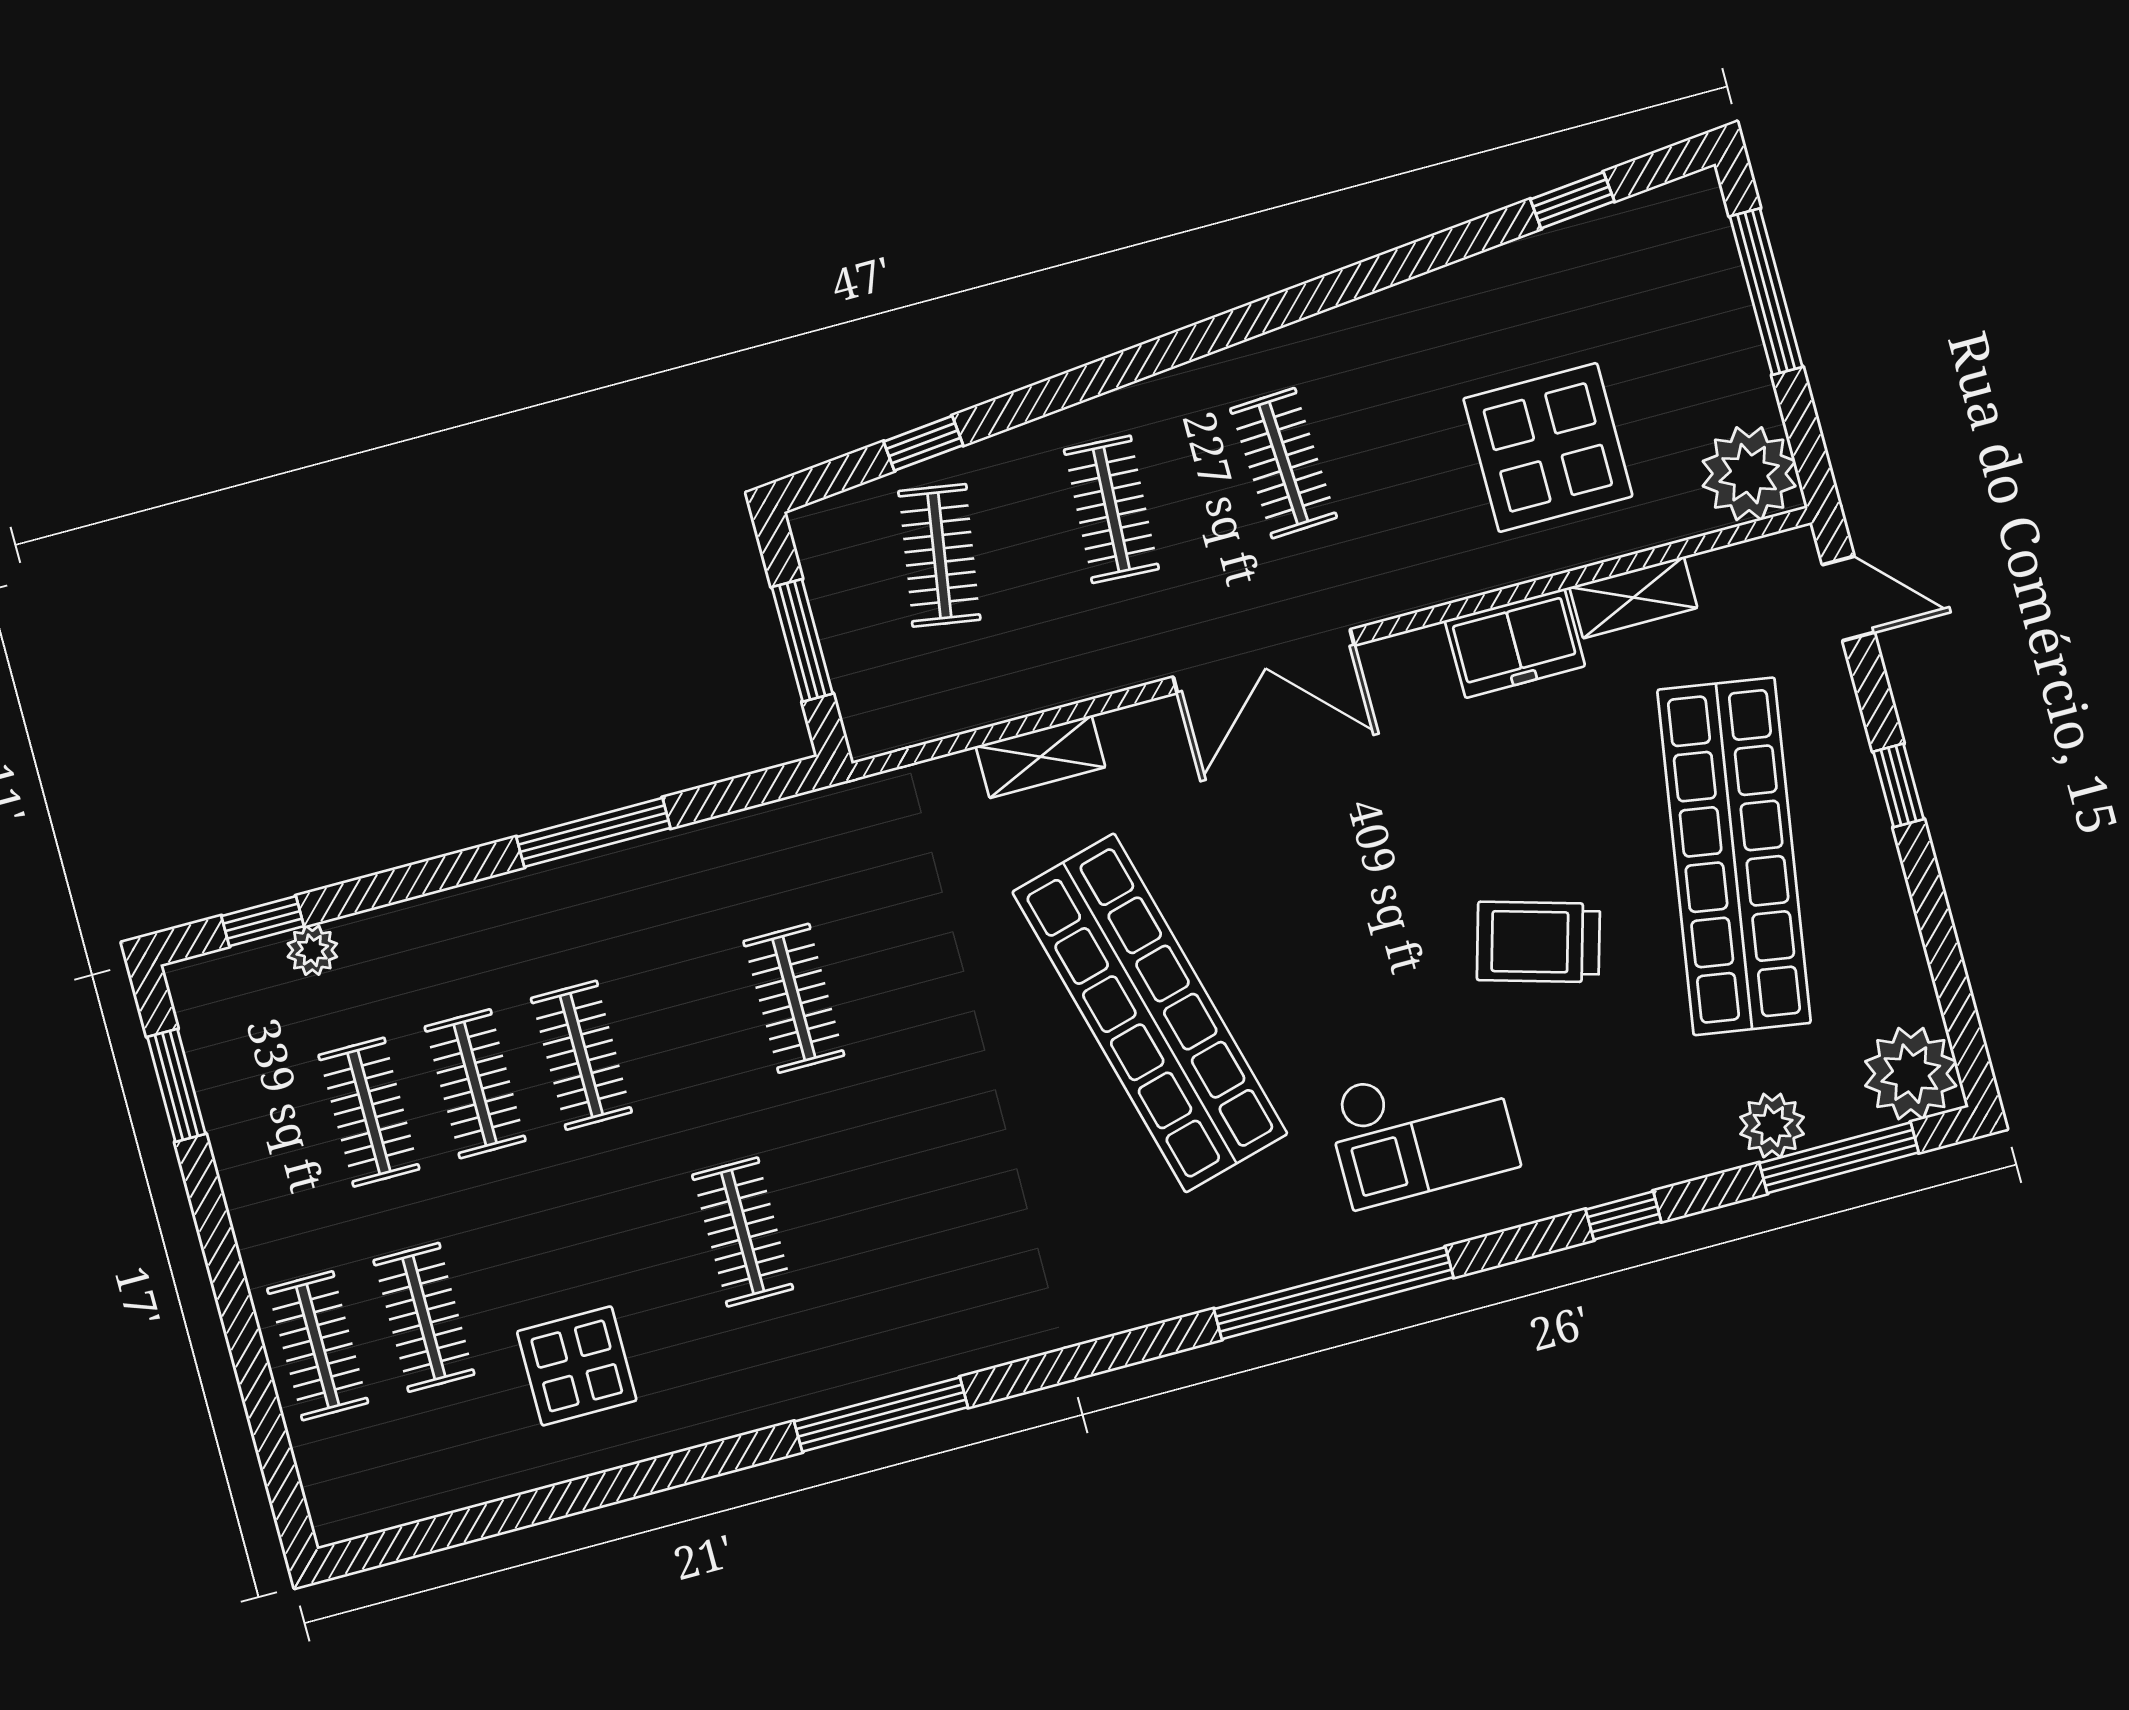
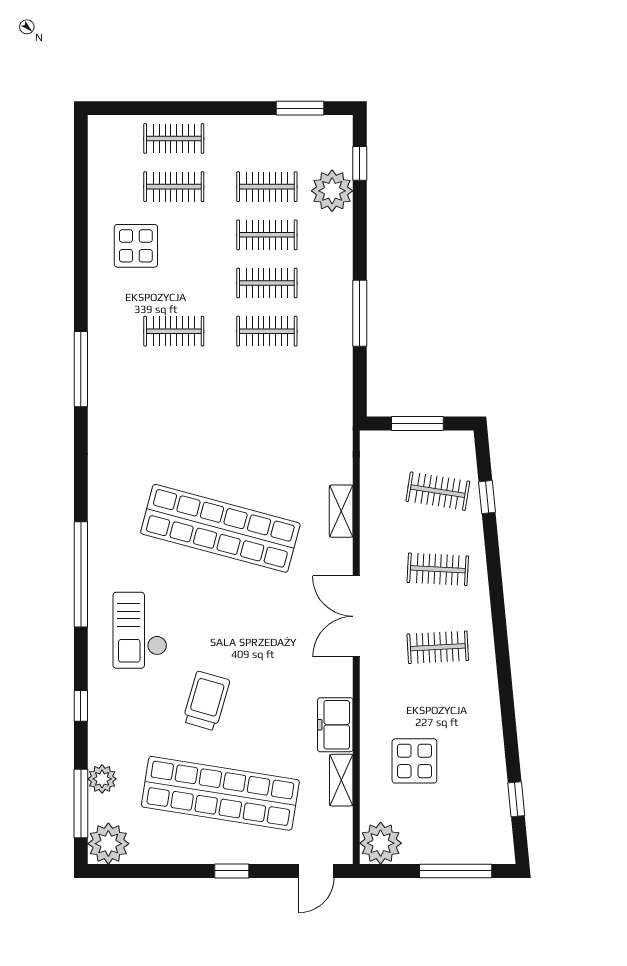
display table: (1548, 447) -> (414, 761), width x0.73, depth x0.73
plant: (312, 950) -> (332, 191), width x1.88, depth x1.88
clothes rail: (794, 998) -> (267, 331), moved
shop shelf: (1150, 1013) -> (220, 528), turned 30

